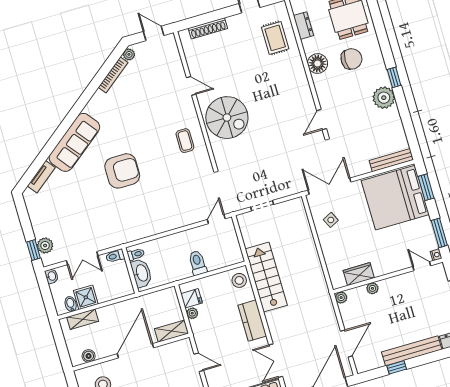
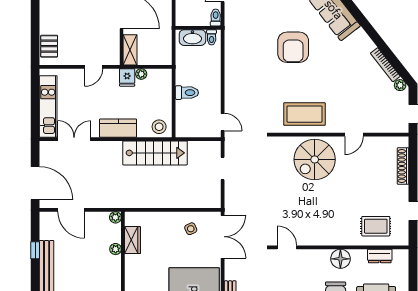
coffee table: (185, 141) -> (304, 114), width x1.86, depth x1.72
fridge: (192, 298) -> (127, 77), moved

